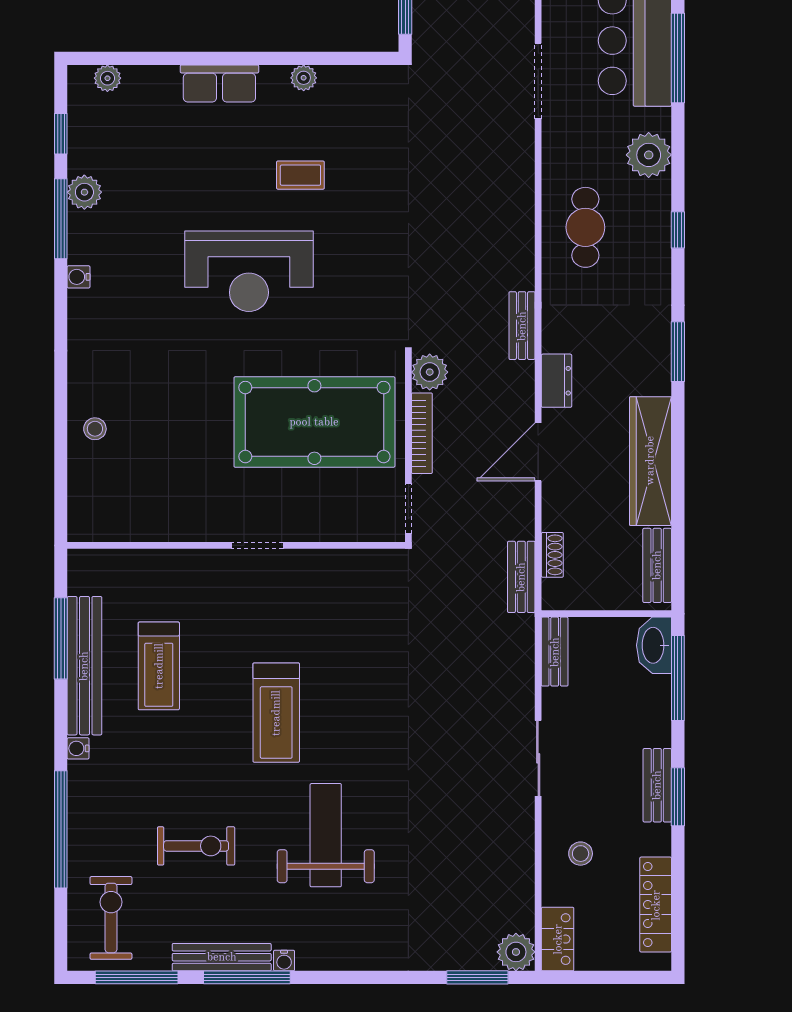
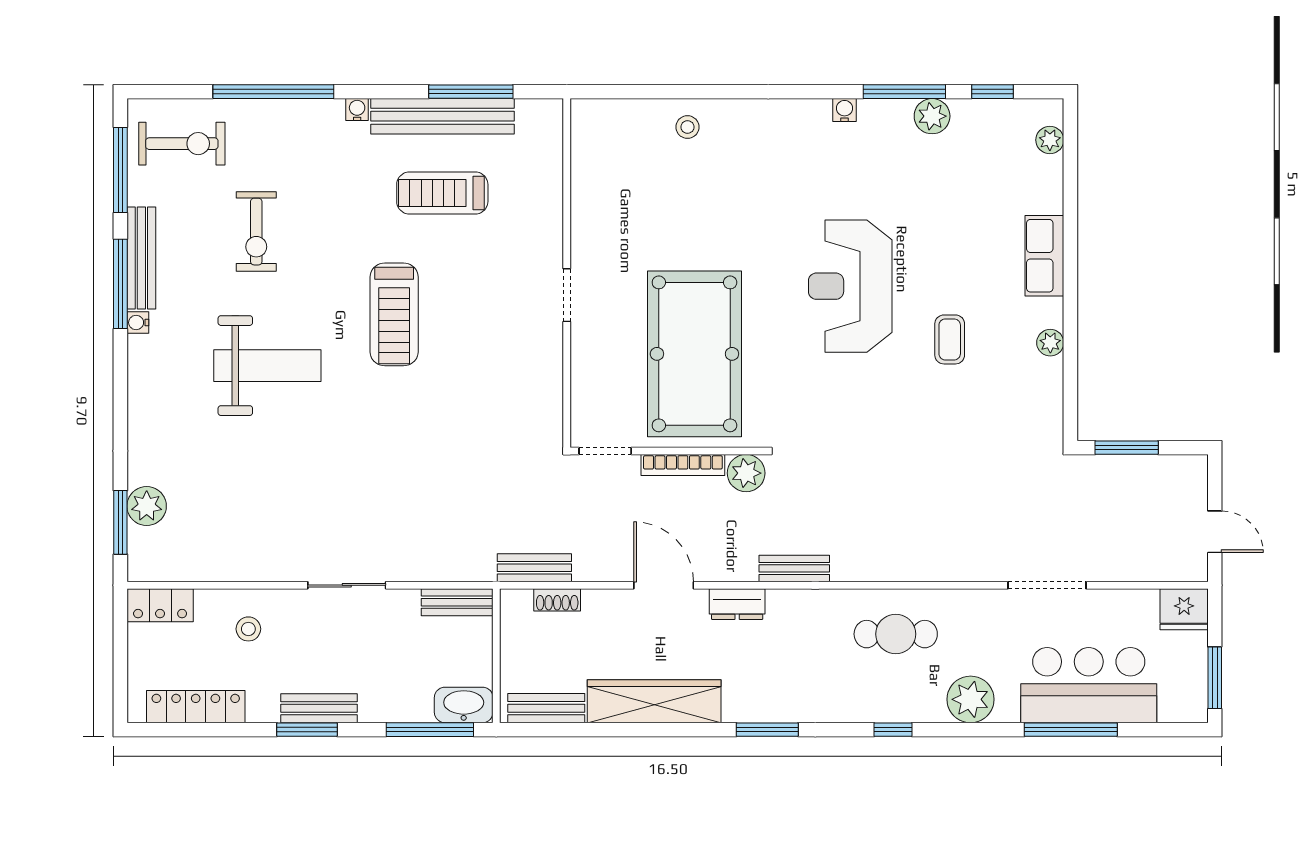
treadmill: (276, 713) -> (394, 314), turned -90
plant: (516, 952) -> (147, 506), moved

